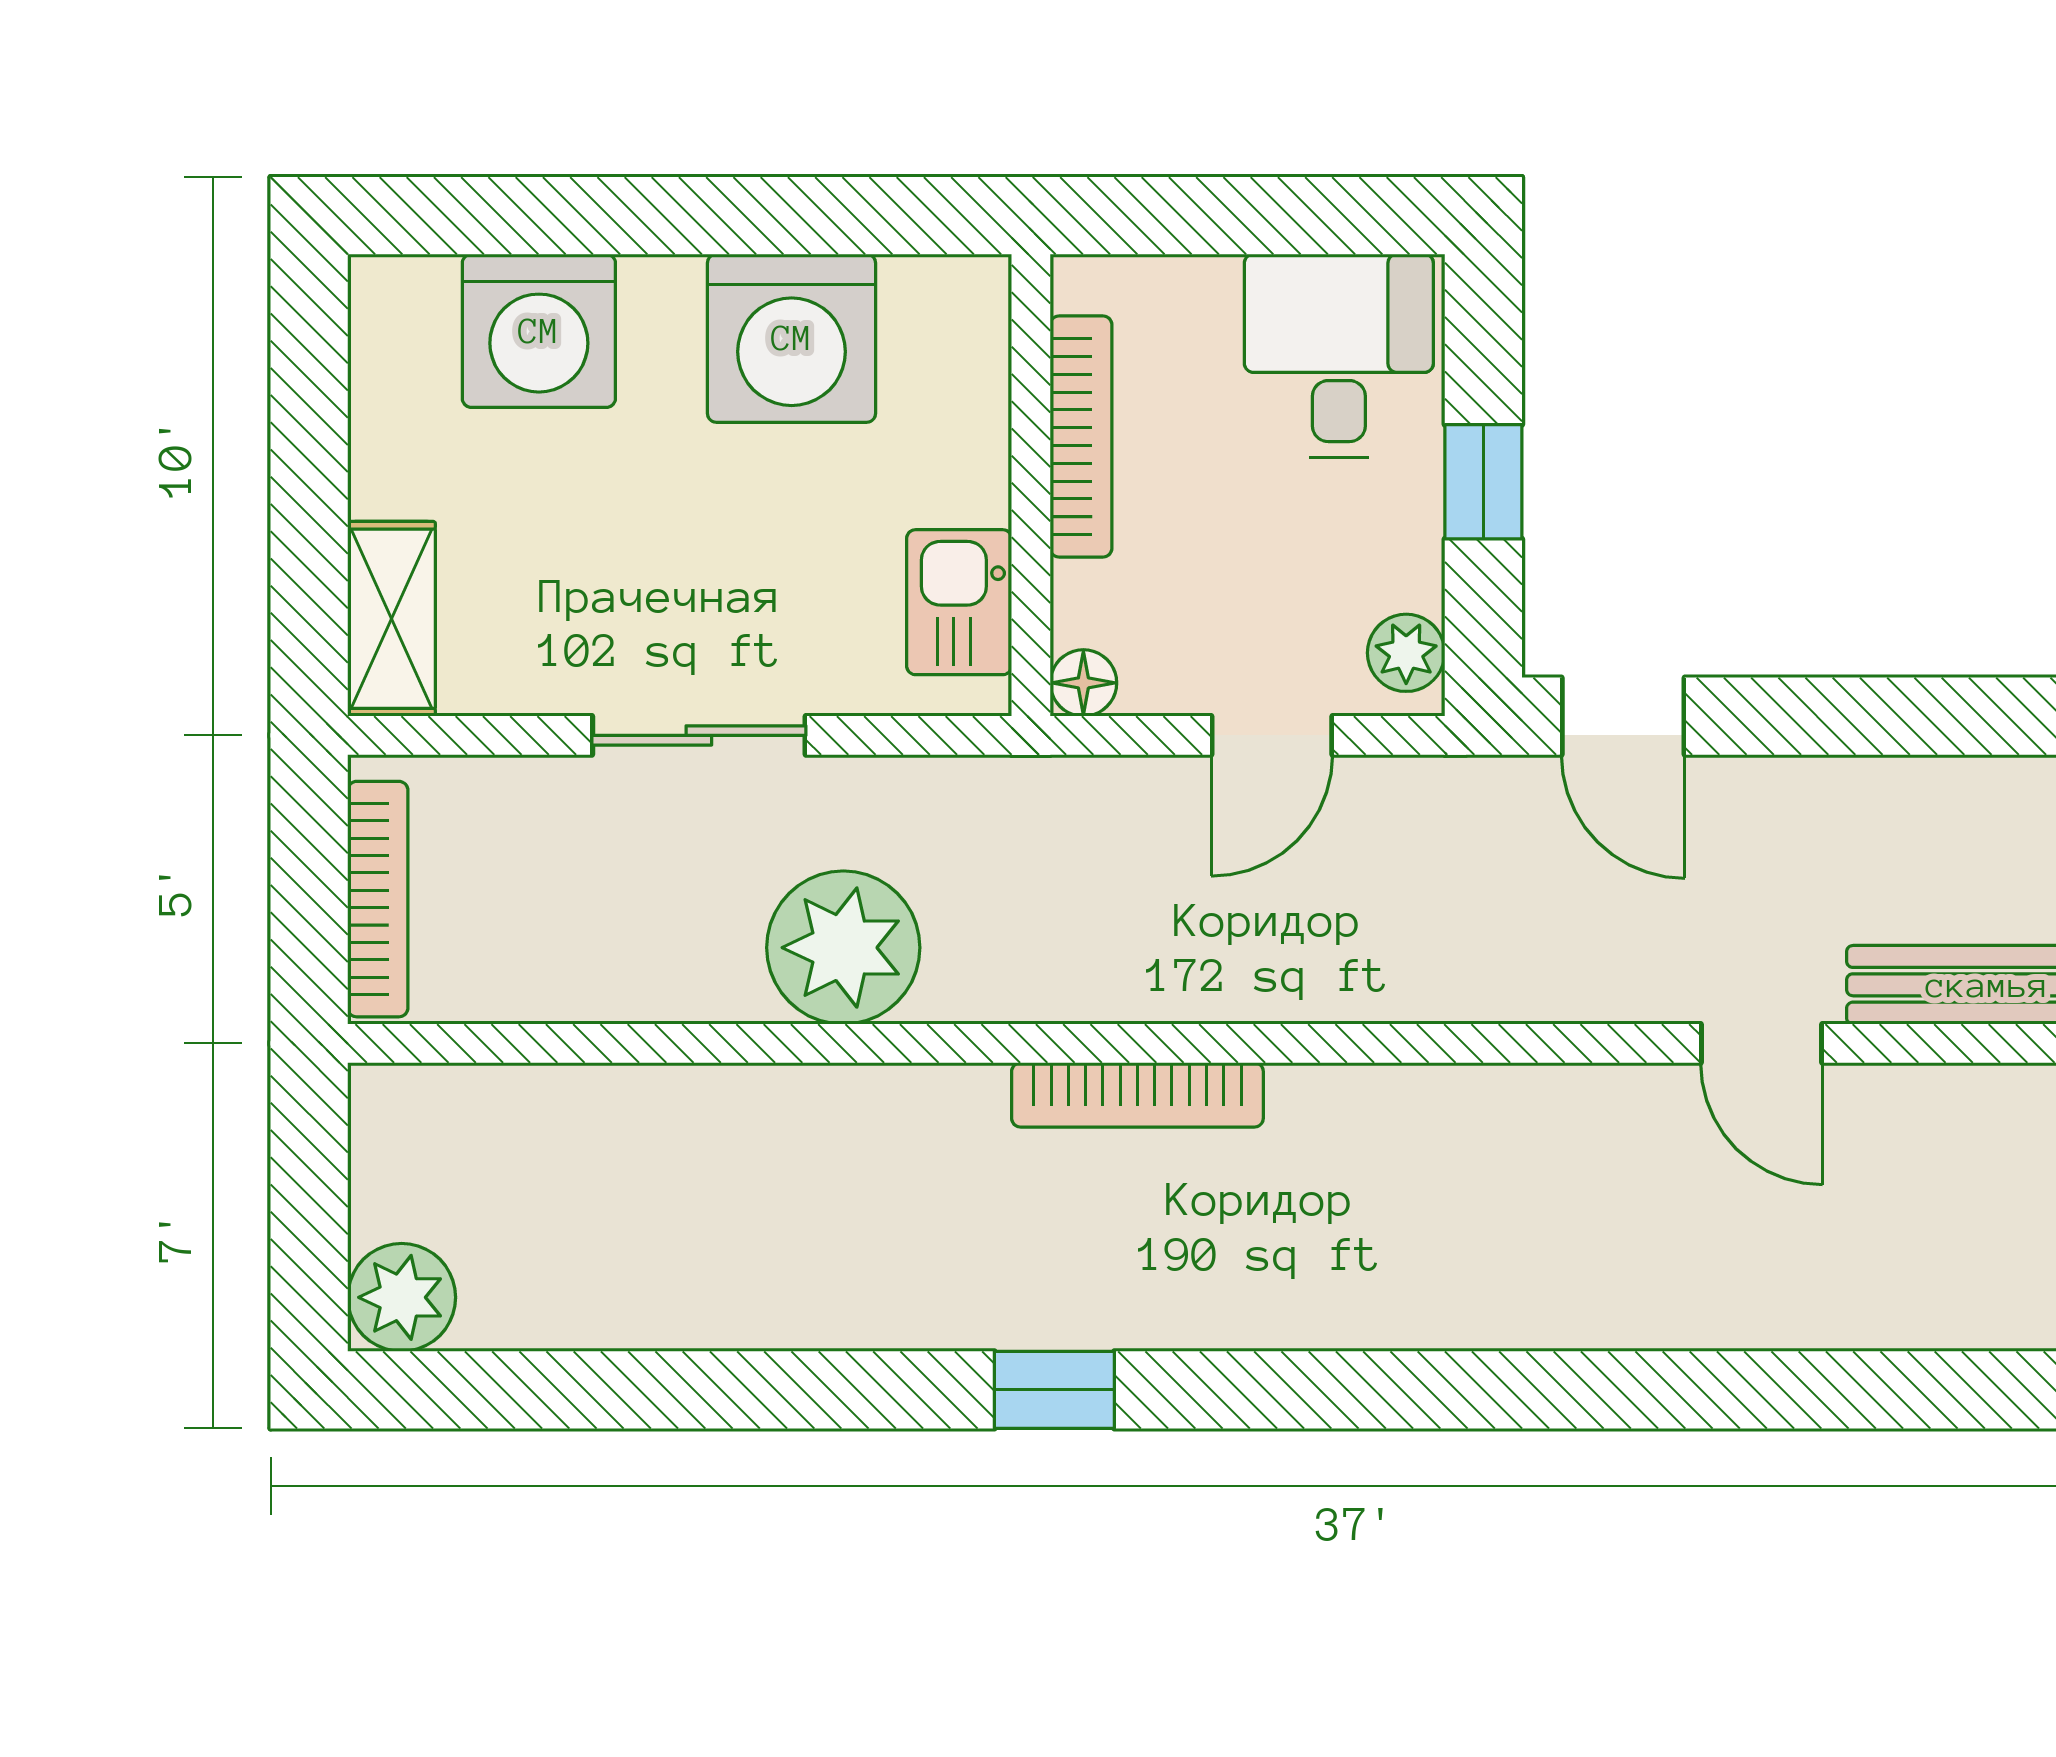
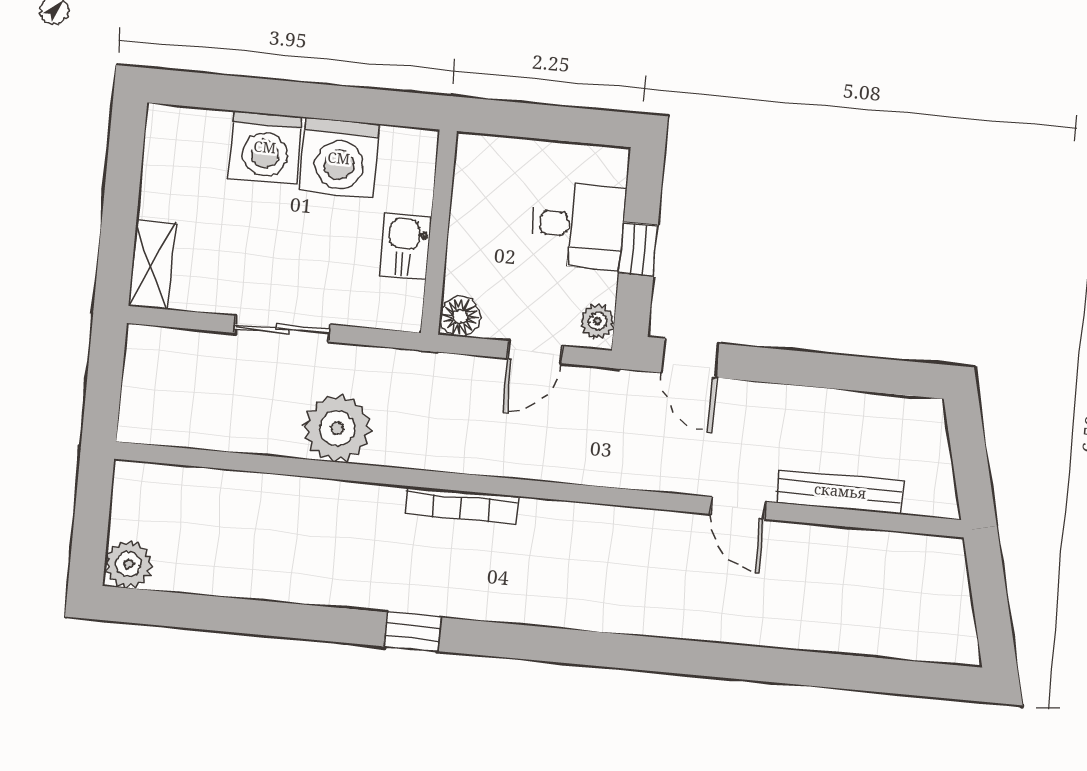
washing machine: (539, 331) -> (265, 147), moved
desk: (1339, 356) -> (578, 225), moved, turned 90
bookcase: (1081, 437) -> (463, 213), removed
kitchen sink: (959, 602) -> (406, 247), moved
floor lamp: (1083, 683) -> (460, 316), width x1.37, depth x1.37
bookcase: (378, 899) -> (134, 388), removed

